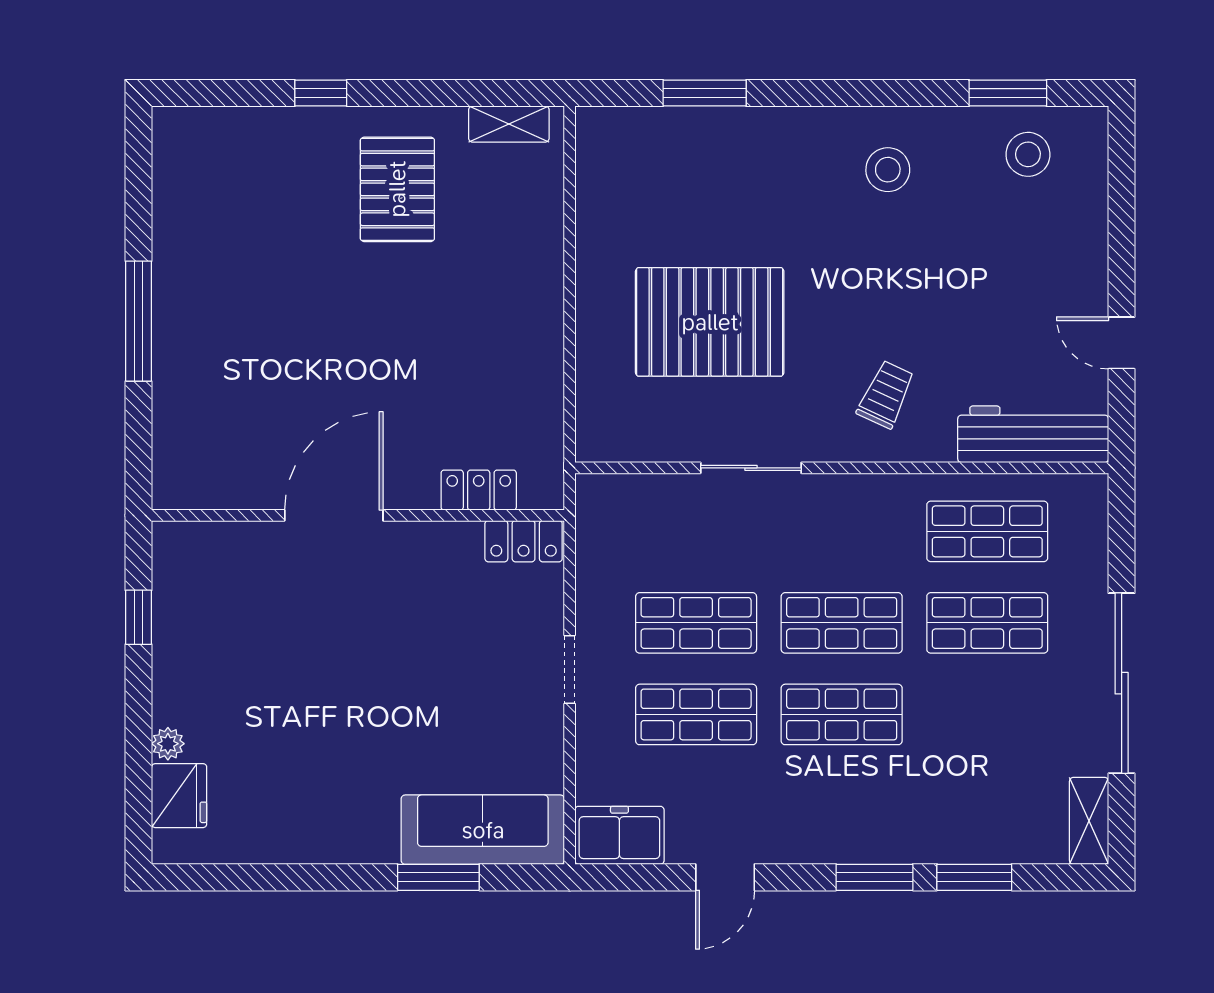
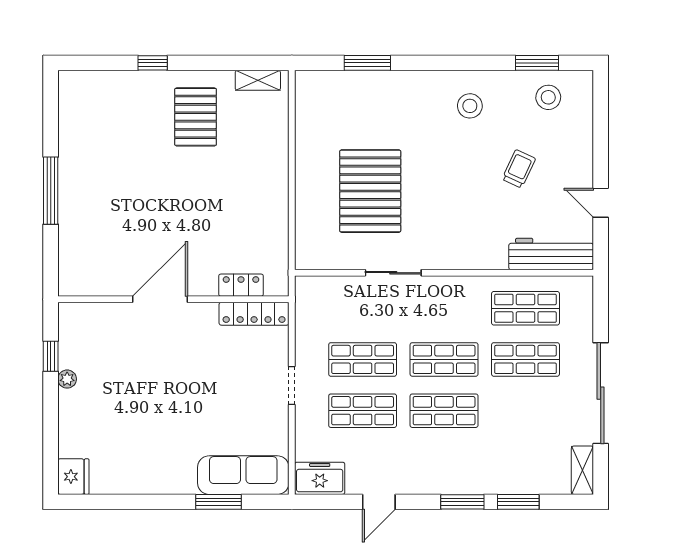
pallet: (710, 322) -> (370, 191), turned 90
trolley: (886, 394) -> (519, 169), moved
locker: (524, 541) -> (254, 314), width x1.53
plant: (168, 744) -> (67, 379), moved
fridge: (179, 796) -> (73, 477), moved

